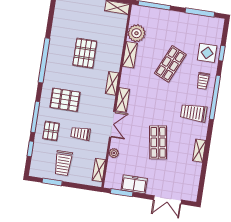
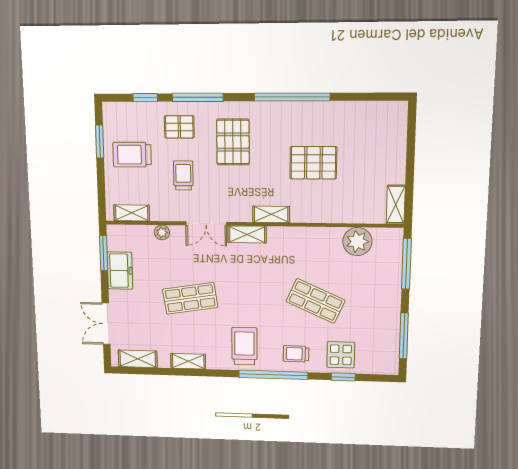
shelving: (130, 55) -> (138, 359), moved

